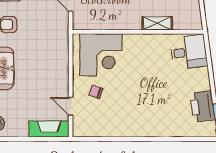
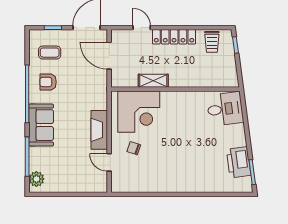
shelving: (157, 23) -> (153, 81), moved
fireplace: (49, 129) -> (99, 130), moved, turned -90

